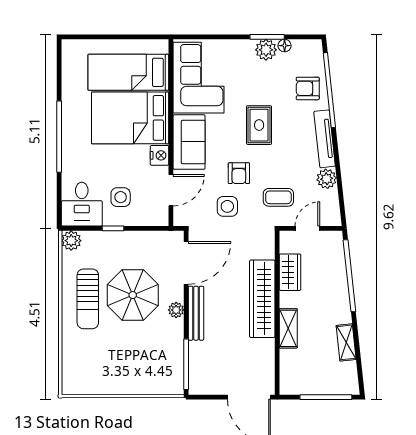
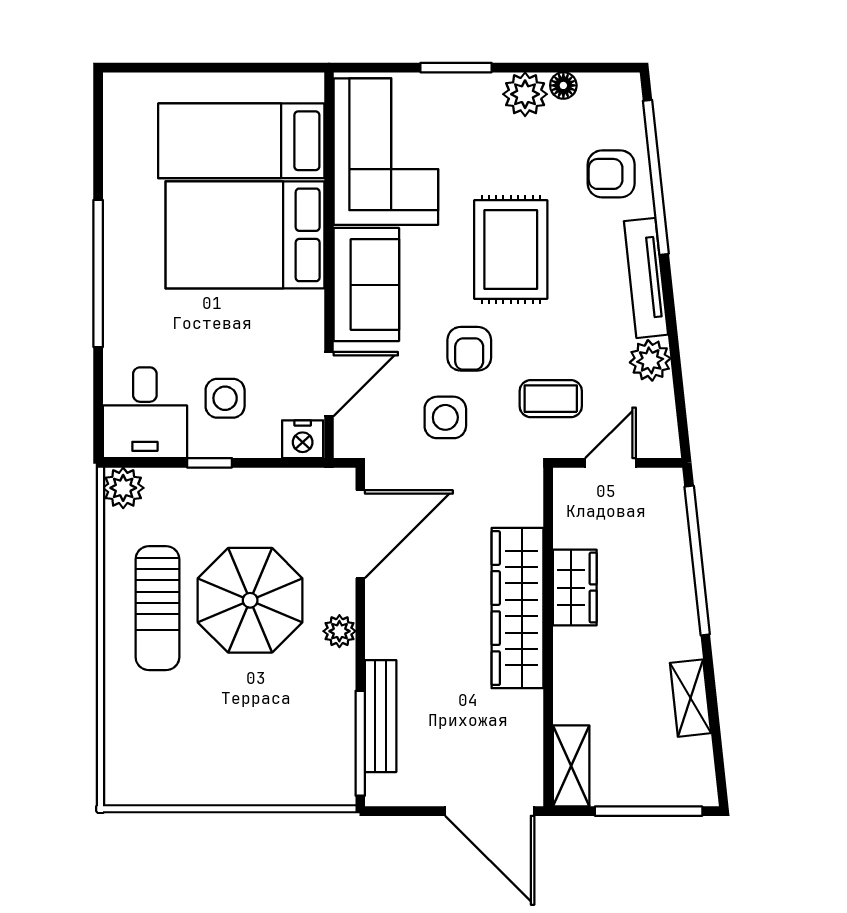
window: (267, 37) -> (456, 68), moved
rug: (259, 125) -> (511, 250), width x1.36, depth x1.43
nightstand: (160, 155) -> (303, 439), moved, turned 90
wardrobe: (290, 272) -> (575, 588), moved
bench: (196, 313) -> (381, 716), moved
shelving: (288, 328) -> (571, 766), moved

